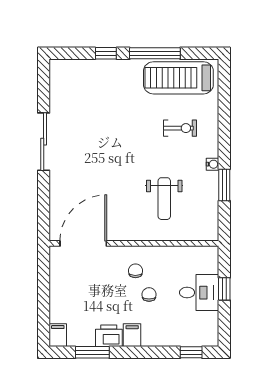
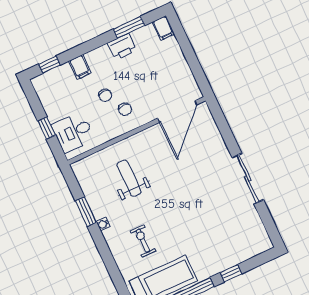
exercise bike: (180, 128) -> (143, 241), turned 90
desk: (199, 293) -> (73, 132), moved
filing cabinet: (132, 335) -> (80, 67), moved

